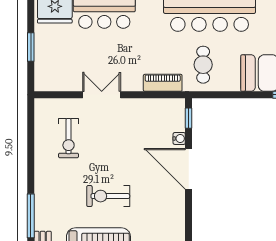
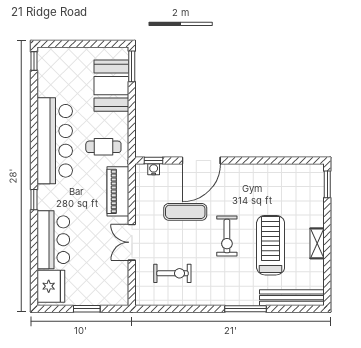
piano: (163, 83) -> (118, 191), width x1.37, depth x1.33
water cooler: (179, 138) -> (154, 169), moved
exercise mat: (134, 152) -> (185, 212), added

